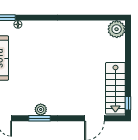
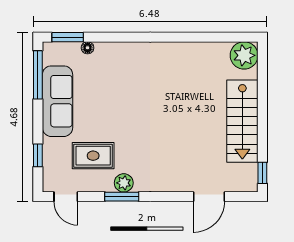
stairs: (115, 88) -> (242, 121), moved
rug: (21, 92) -> (93, 156), added

